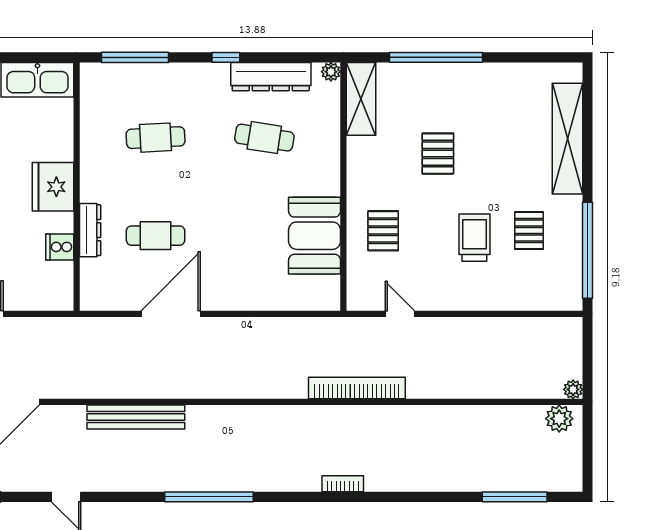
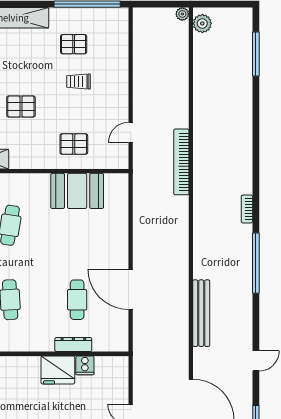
fridge: (53, 187) -> (58, 370), moved
trolley: (474, 238) -> (78, 81), width x0.73, depth x0.72
bookcase: (343, 484) -> (247, 209), moved

